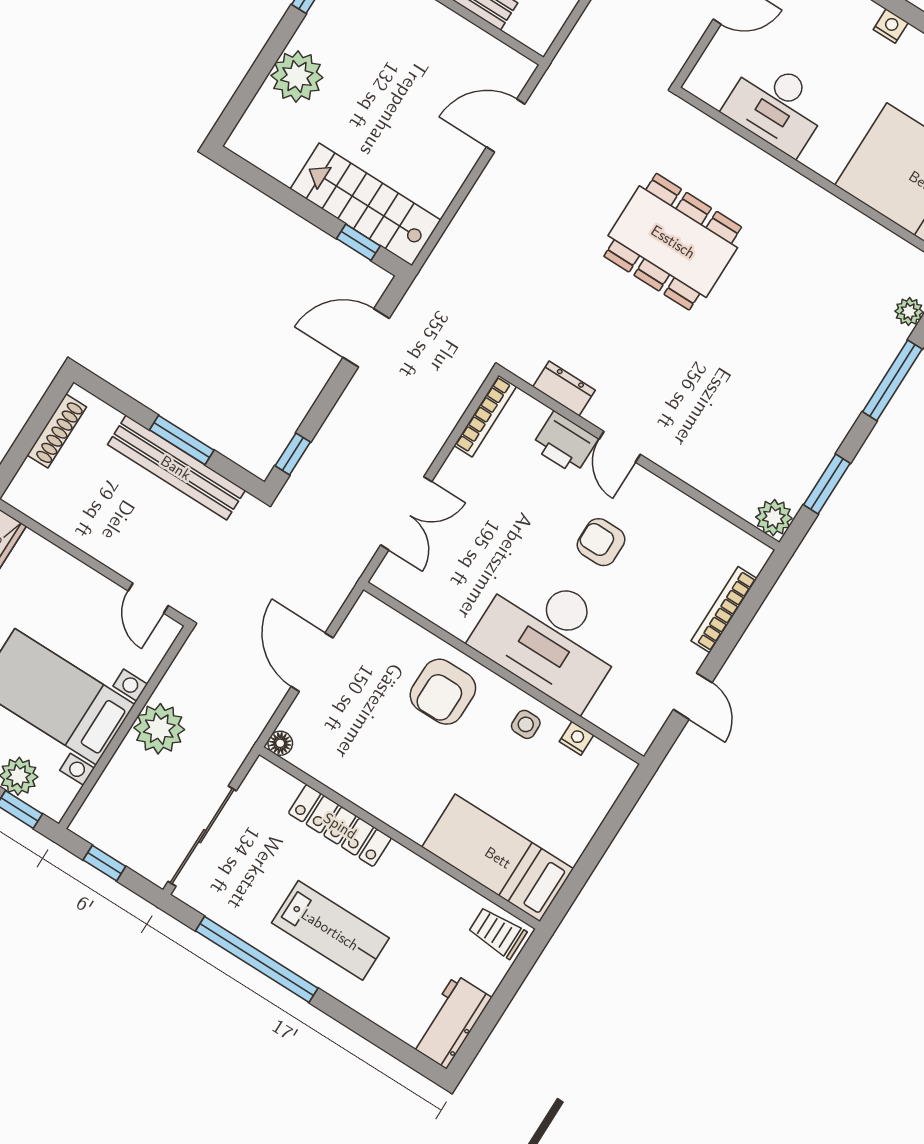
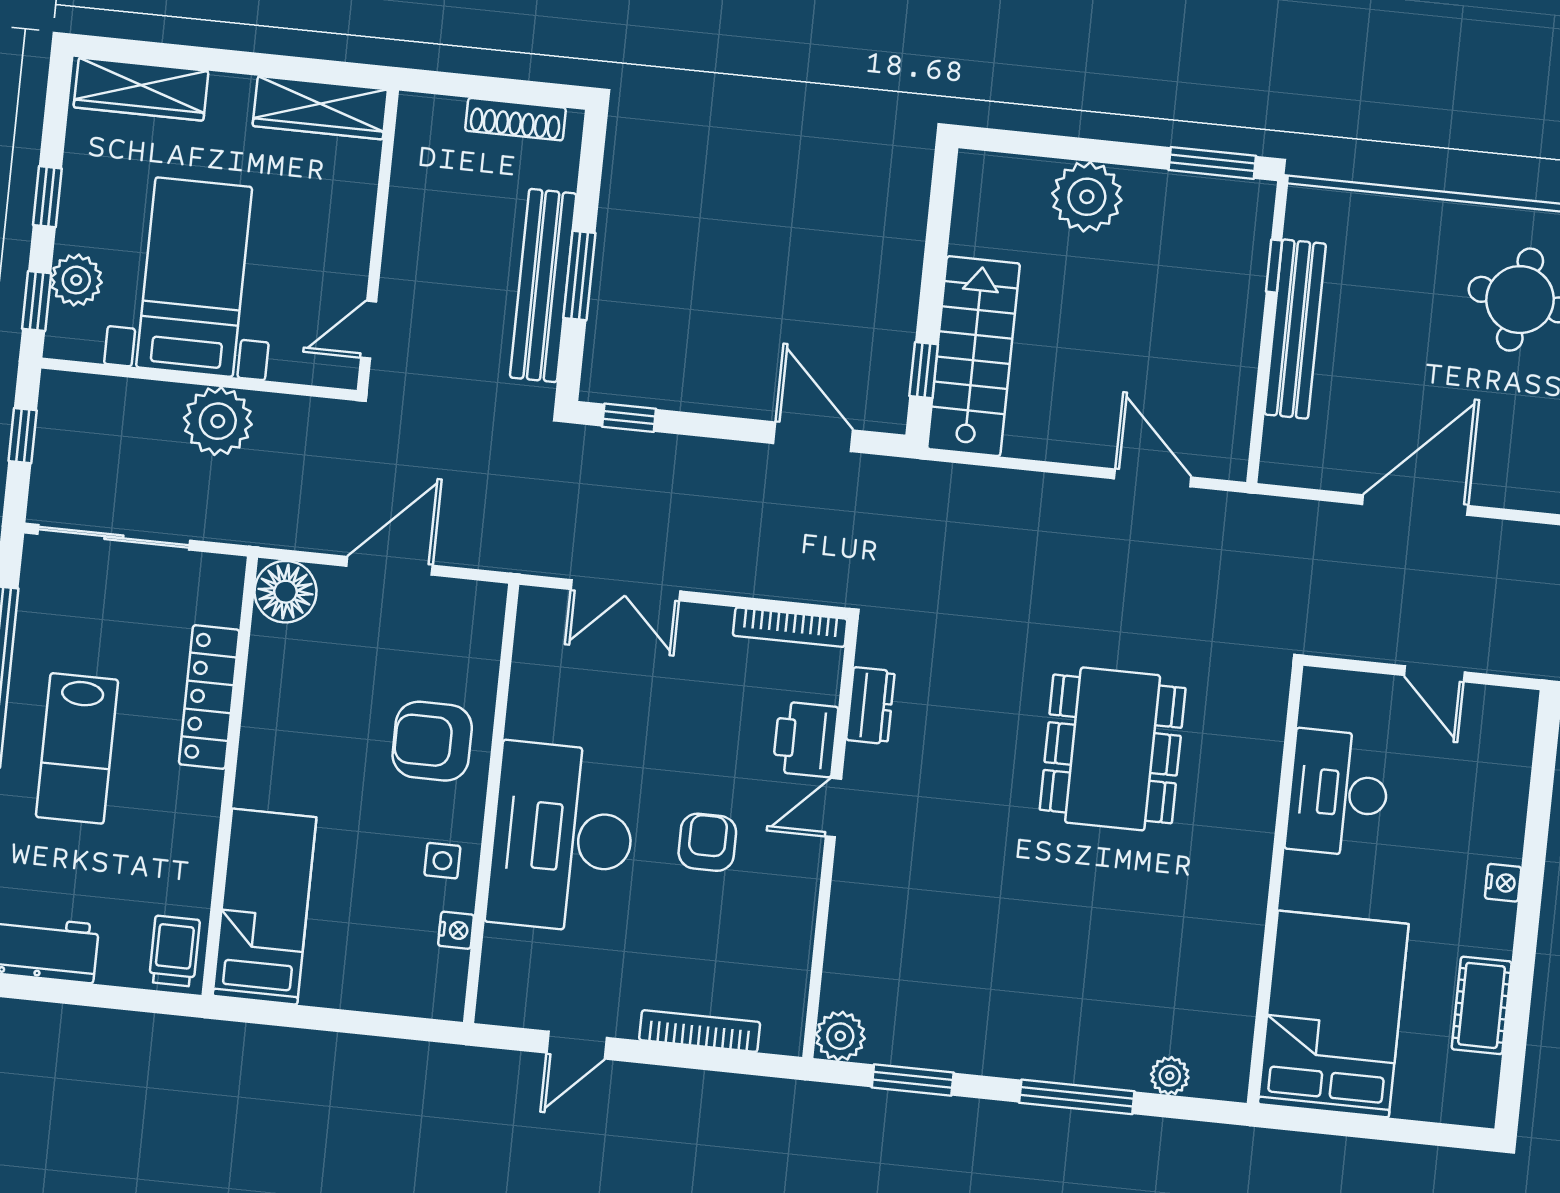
floor lamp: (280, 743) -> (285, 592), width x1.89, depth x1.89

